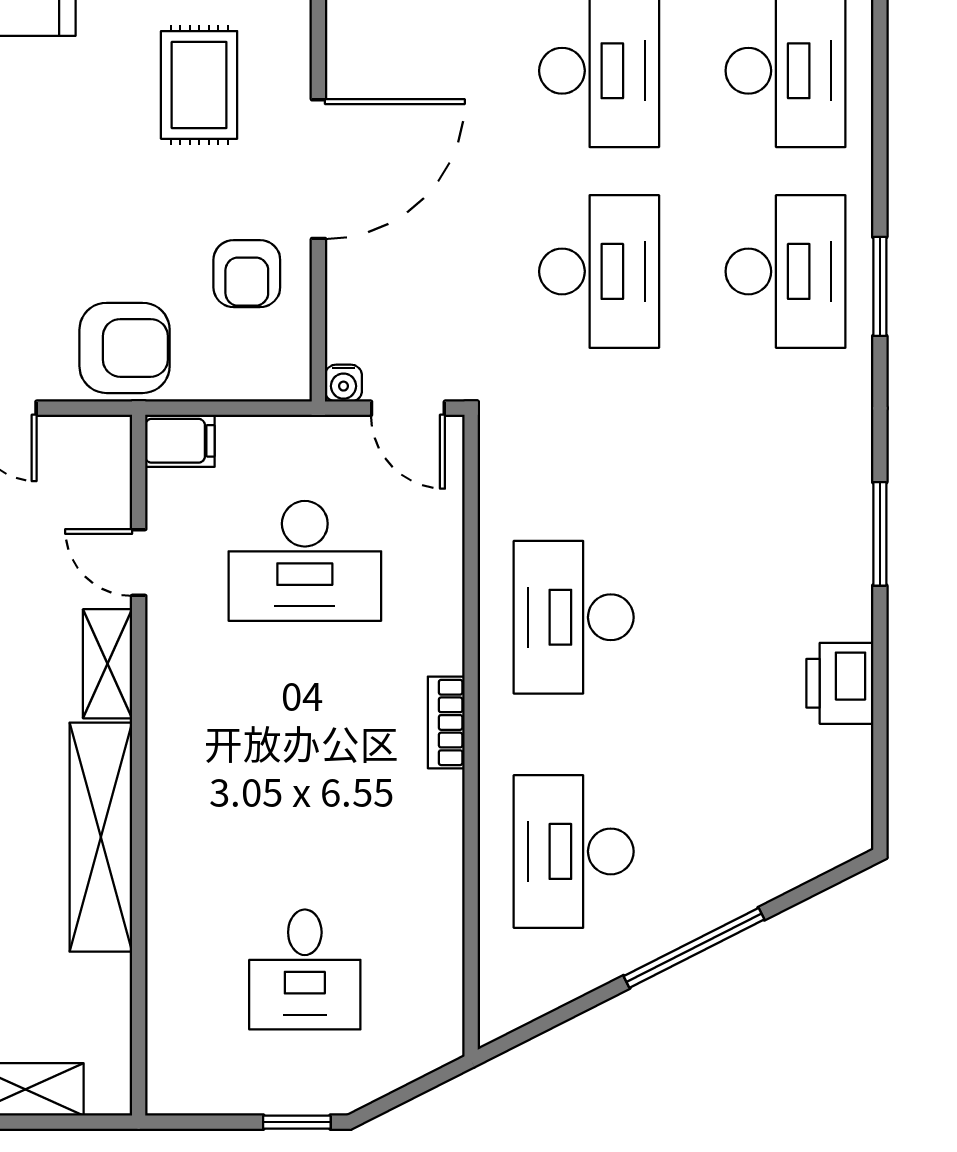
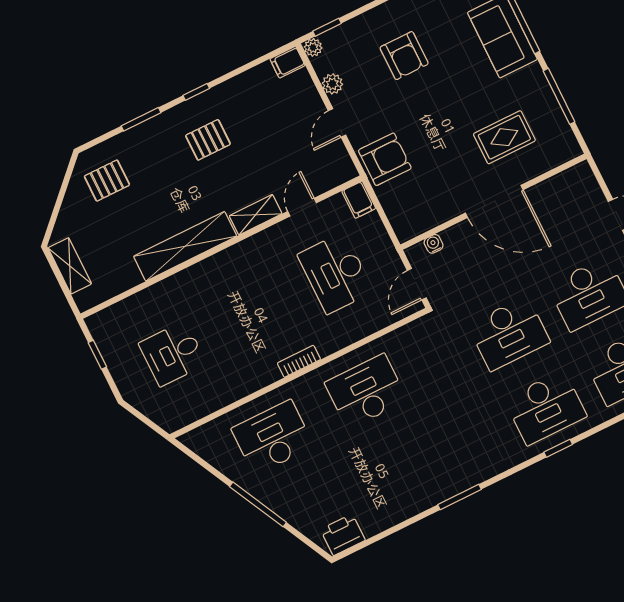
armchair: (247, 274) -> (439, 193), removed
window: (880, 286) -> (558, 448), width x0.67
armchair: (125, 348) -> (385, 159), turned -90
water cooler: (343, 383) -> (434, 244), moved, turned 90
printer: (840, 683) -> (343, 535), moved
window: (297, 1122) -> (97, 355), moved

